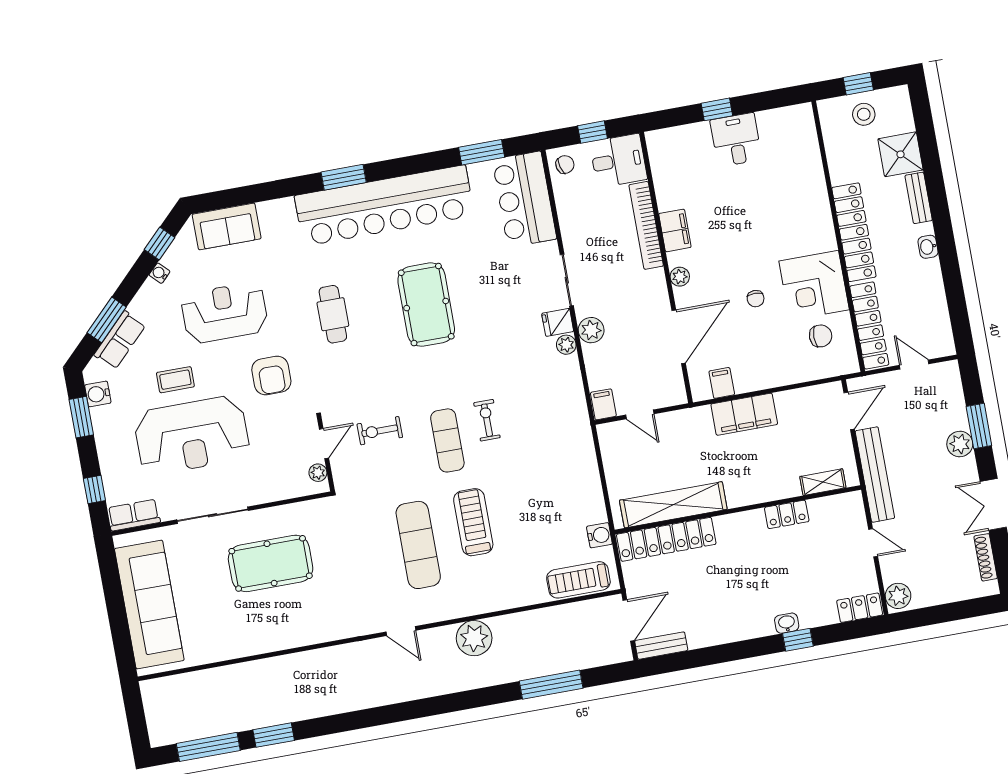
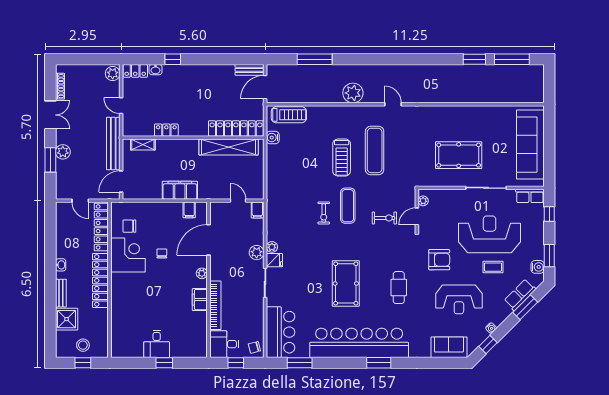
armchair: (271, 375) -> (439, 260), turned 90
washbasin: (787, 623) -> (155, 70), moved

